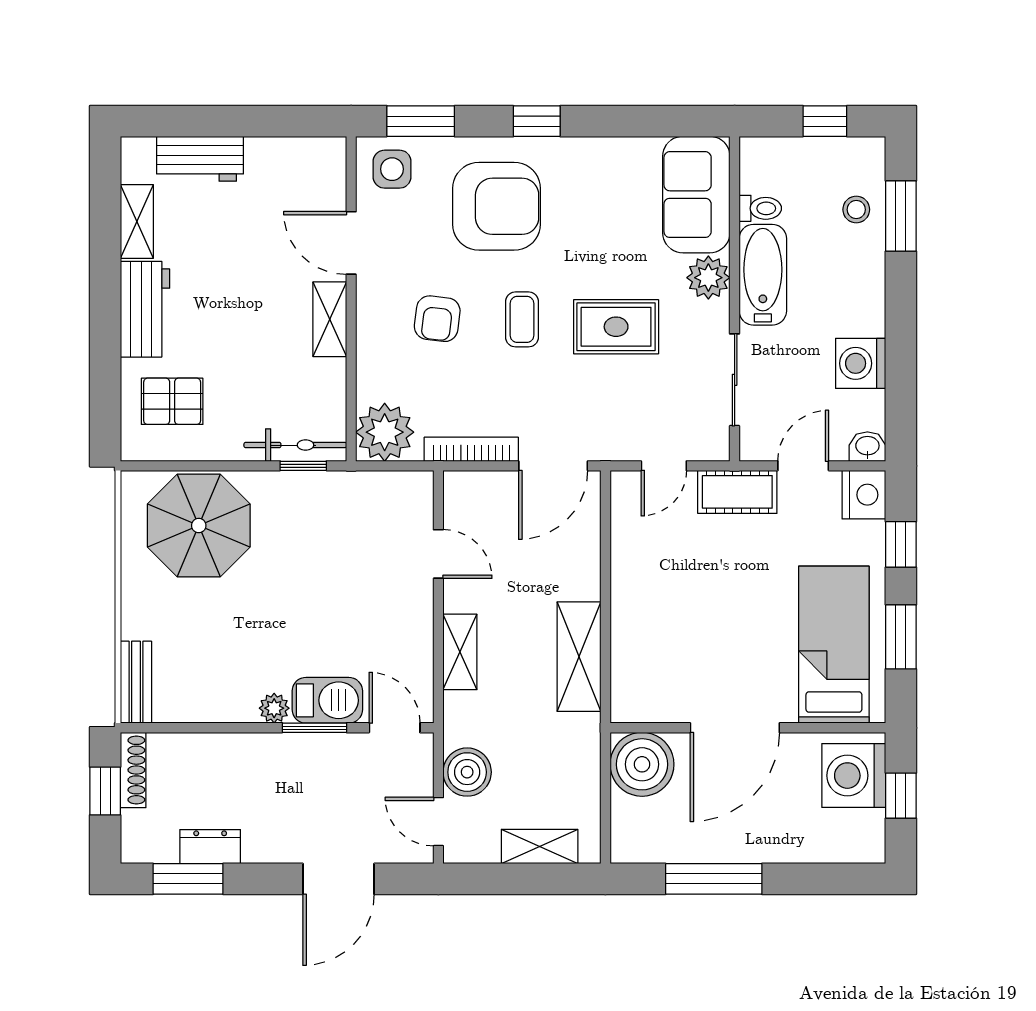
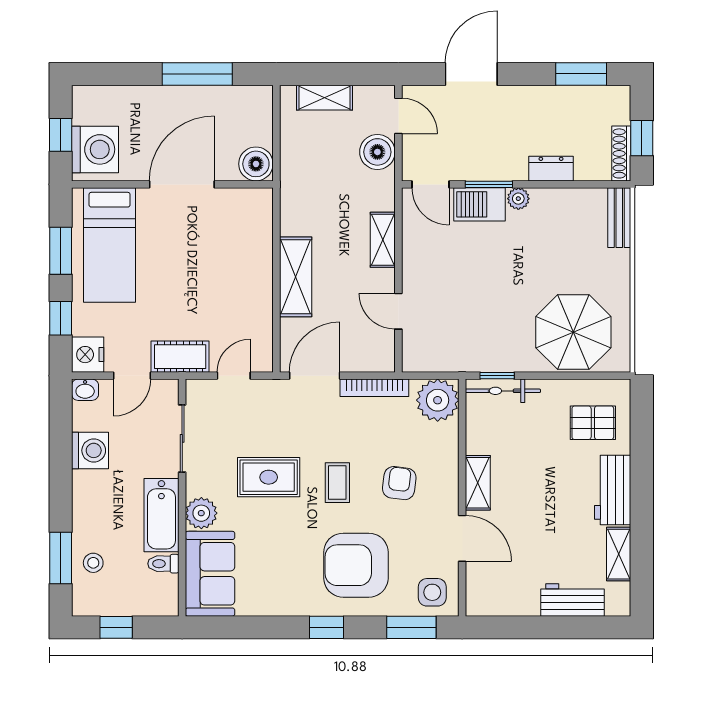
shelving: (579, 657) -> (296, 277), moved
boiler: (642, 764) -> (256, 164), width x0.73, depth x0.73
dresser: (210, 847) -> (551, 169), moved, turned 180

